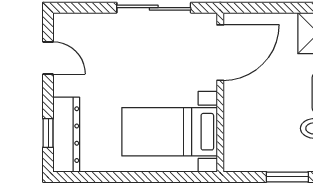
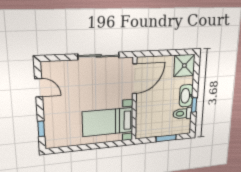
dresser: (66, 135) -> (52, 129), removed

